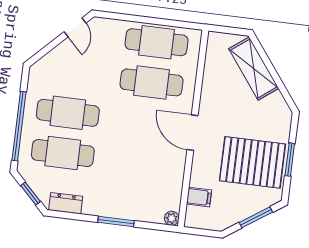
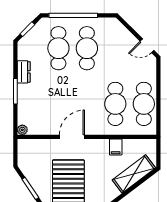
door: (192, 133) -> (72, 137), moved
filing cabinet: (199, 197) -> (116, 147), moved
dresser: (66, 203) -> (24, 72), moved

